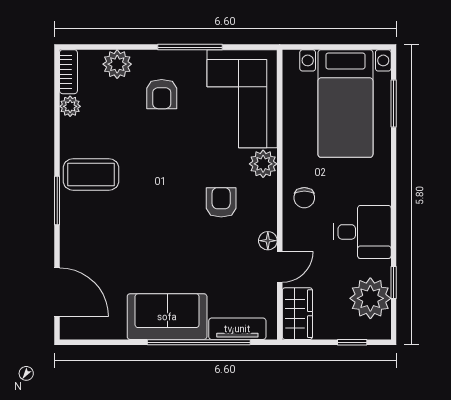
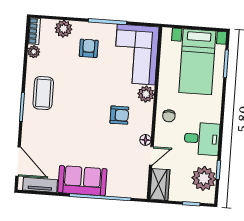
armchair: (162, 94) -> (89, 48), turned 180
coffee table: (91, 174) -> (43, 93), turned 90
armchair: (221, 202) -> (119, 115), turned 90
tv unit: (237, 329) -> (40, 185), moved

